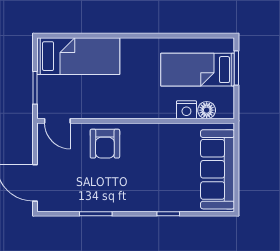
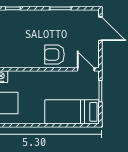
armchair: (105, 144) -> (55, 54), turned -90

